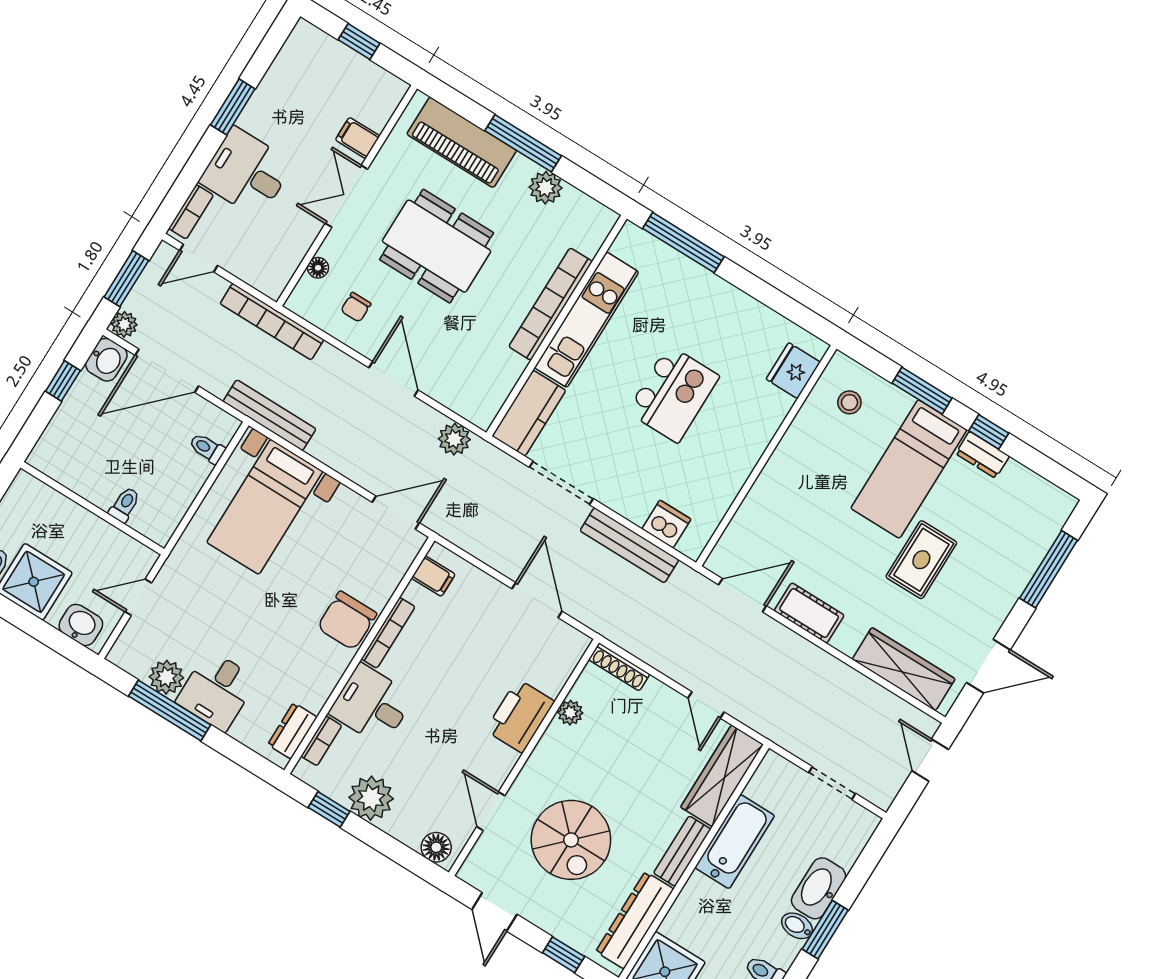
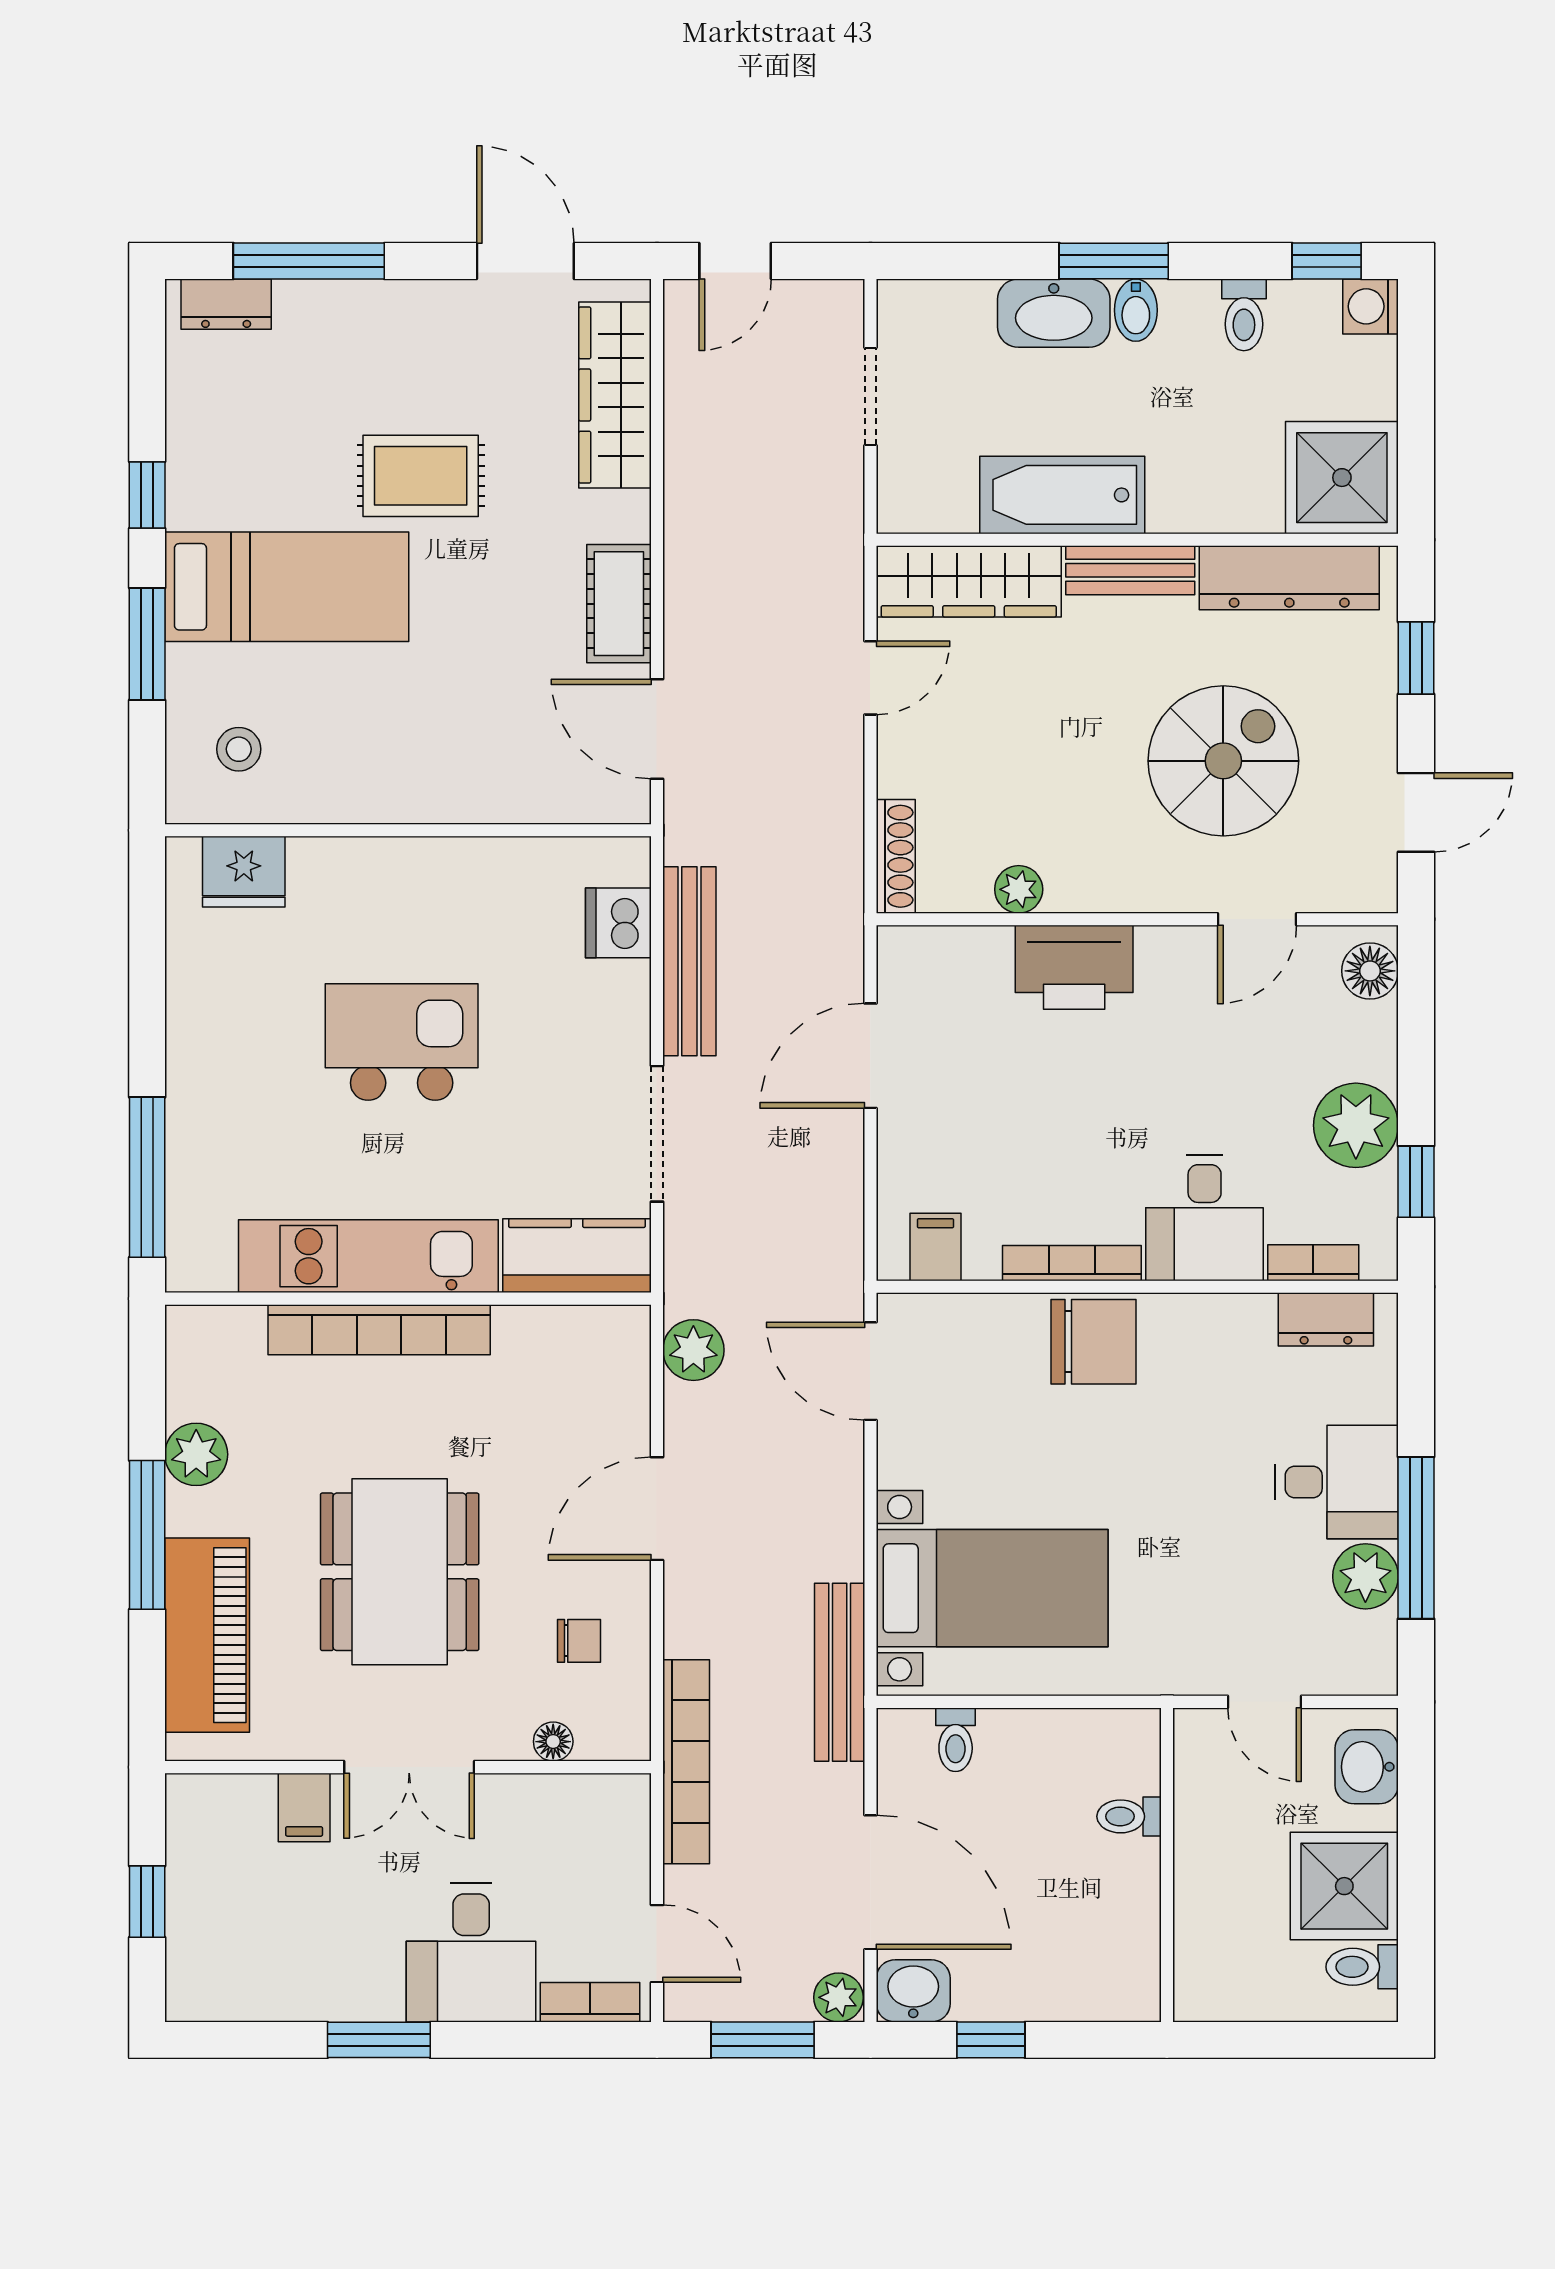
dresser: (983, 455) -> (226, 304), moved, turned 90

